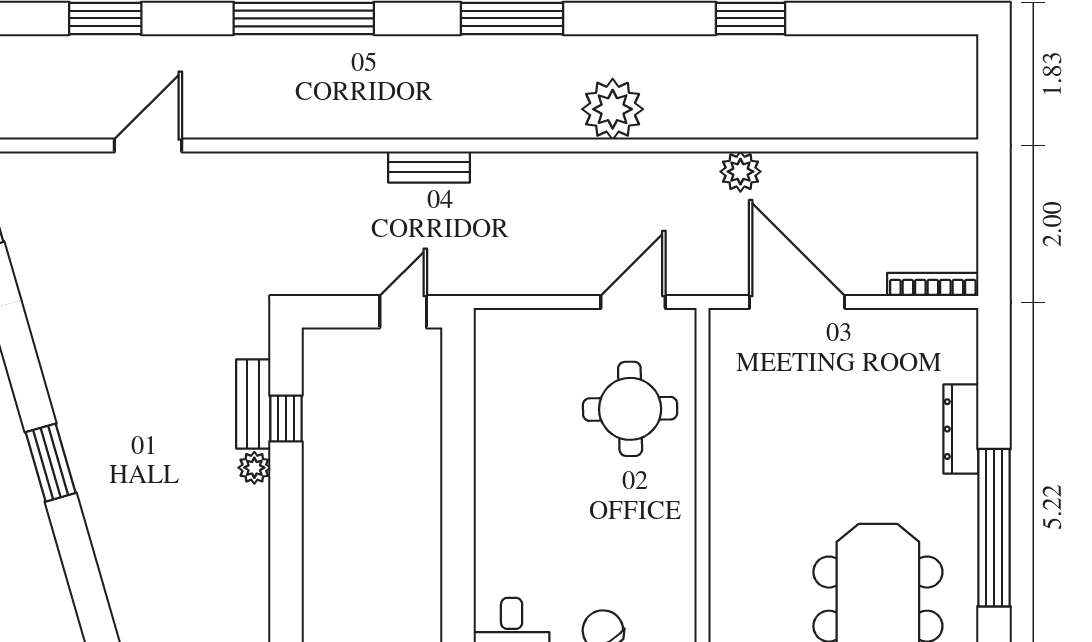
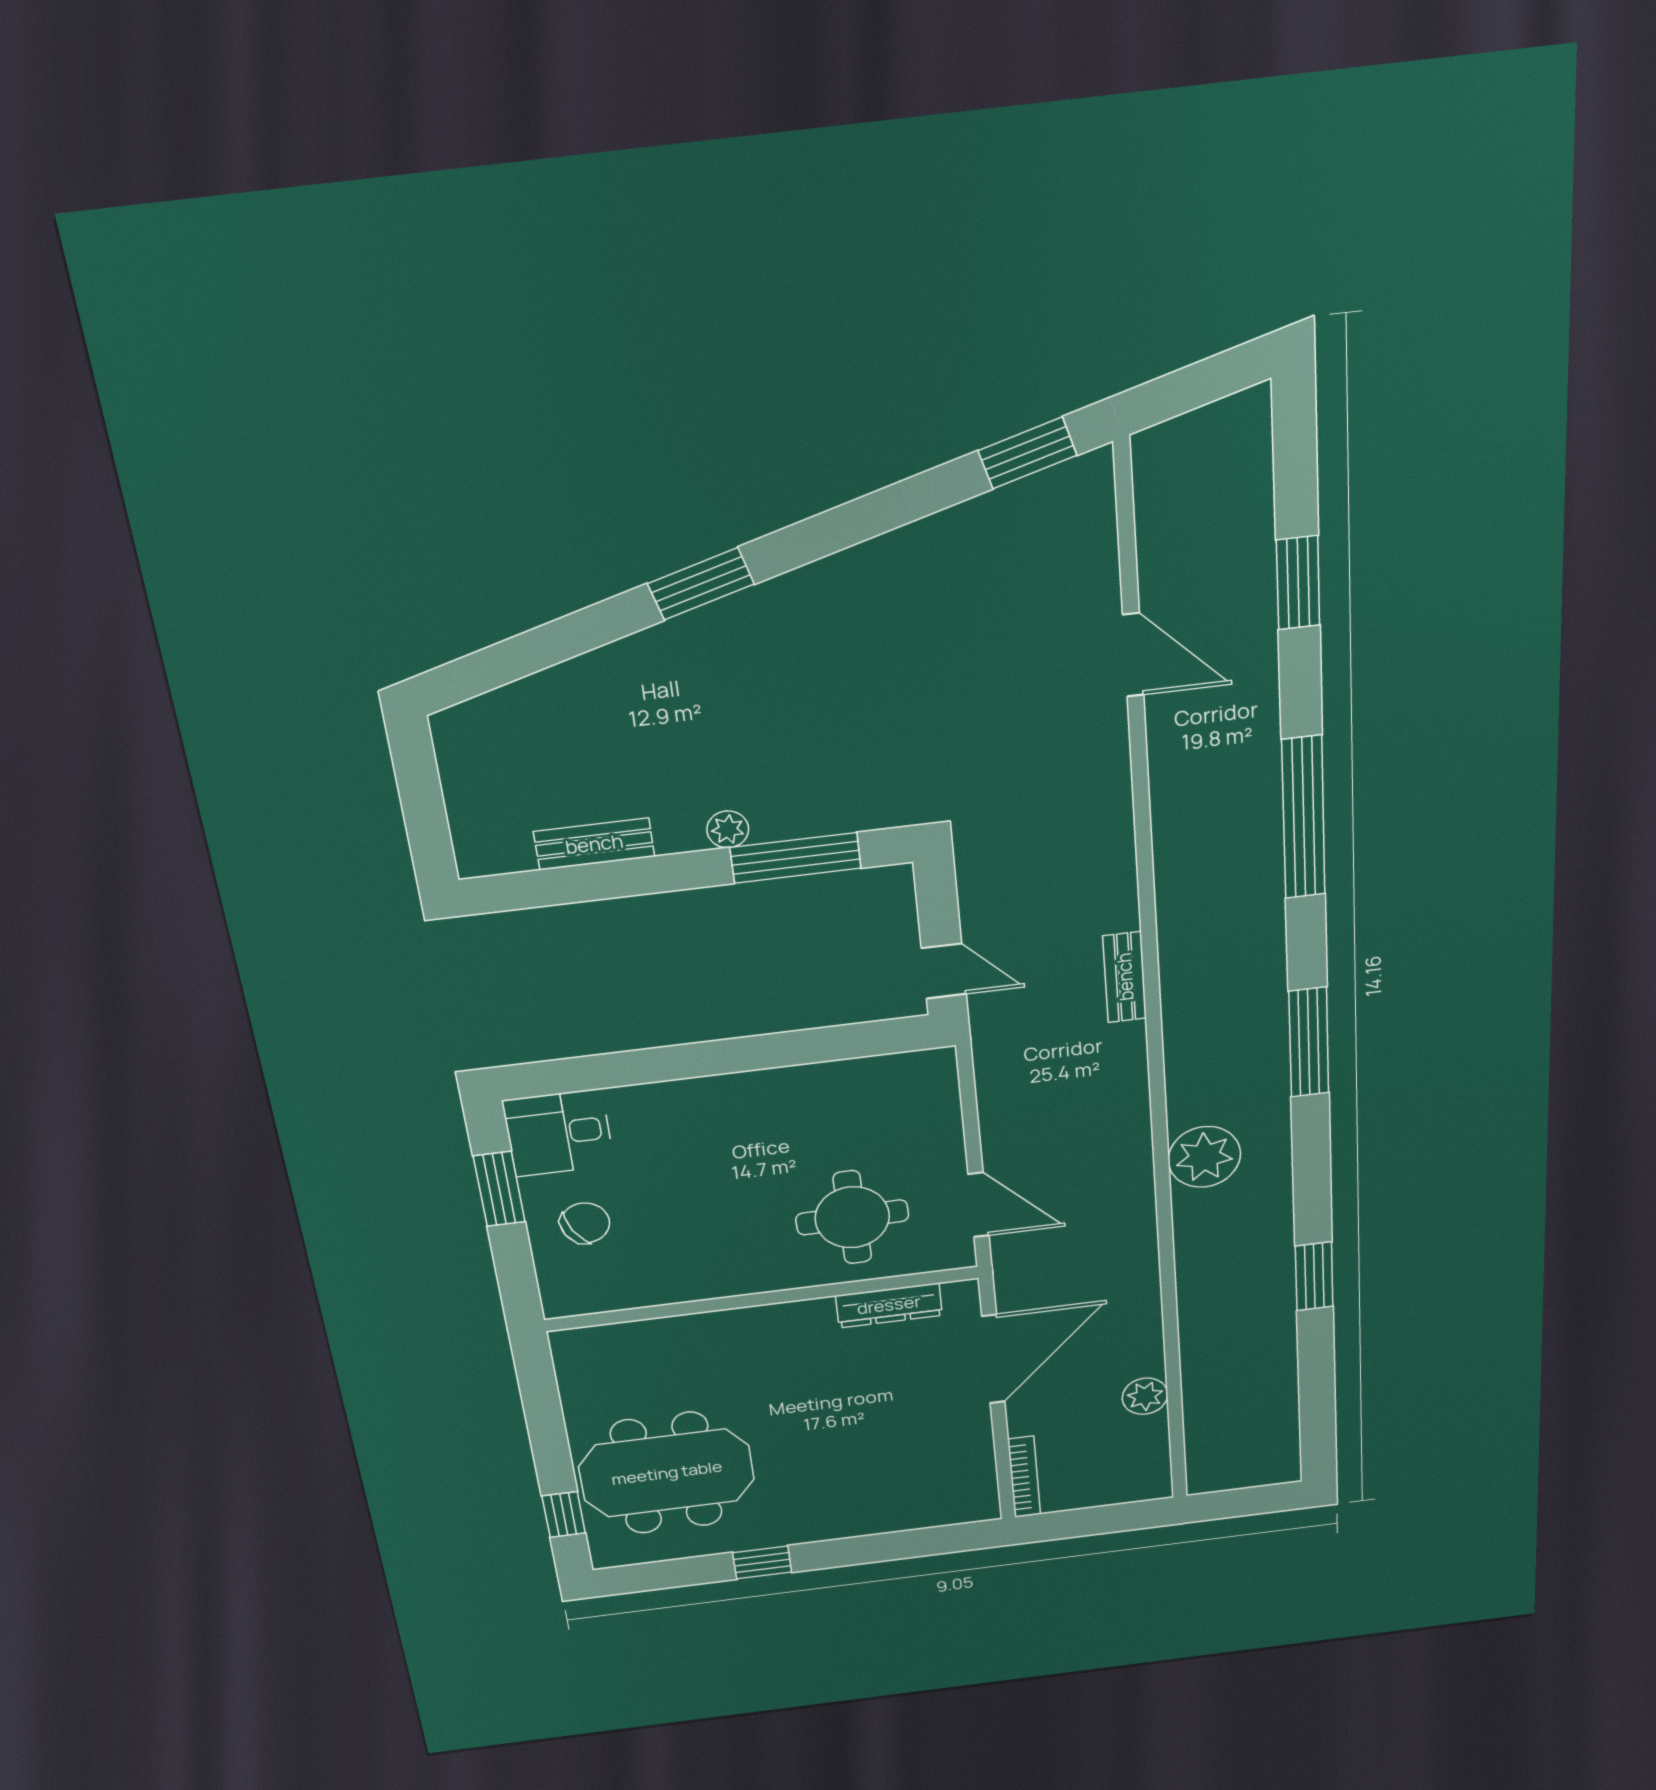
plant: (740, 172) -> (1145, 1396), moved
bench: (253, 404) -> (594, 844), moved
window: (286, 419) -> (796, 858), width x2.17
dresser: (961, 429) -> (889, 1305), moved, turned 180
window: (994, 528) -> (762, 1562), width x0.32

